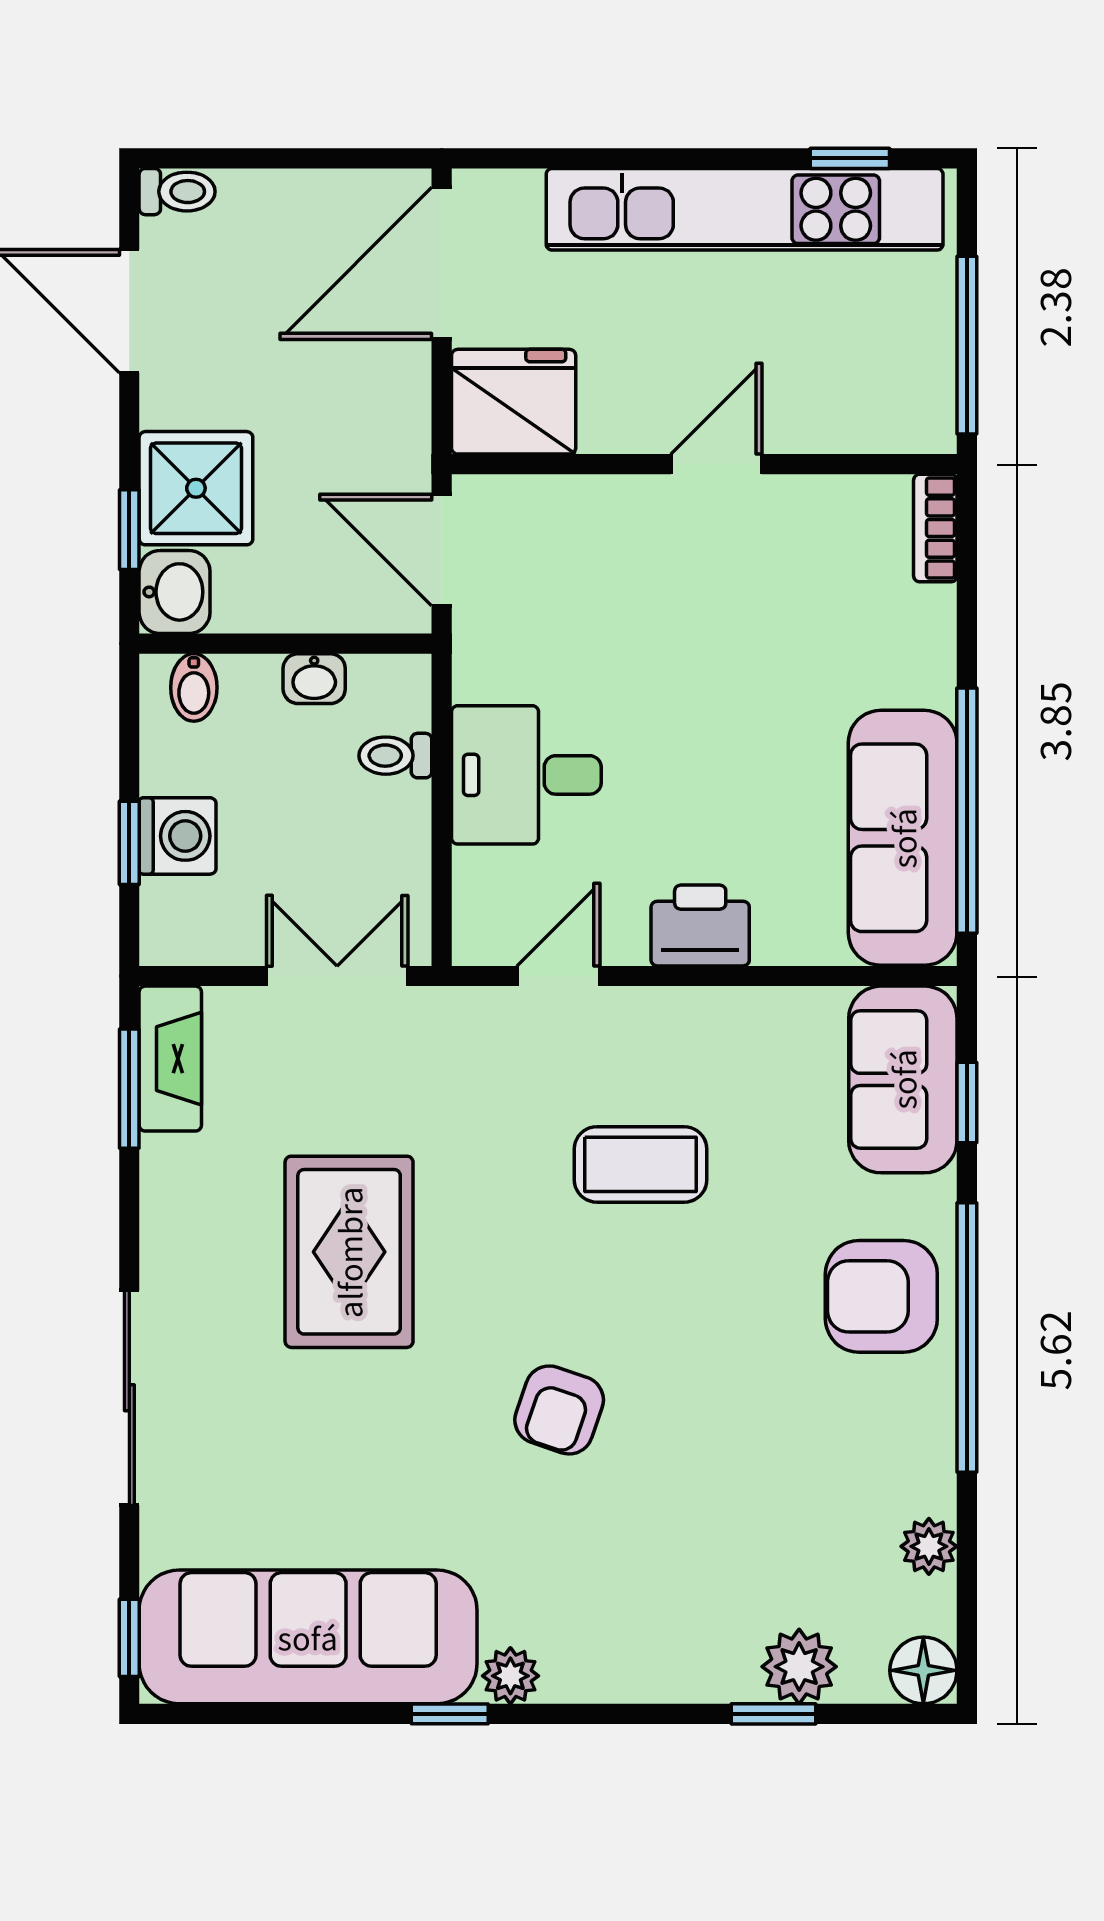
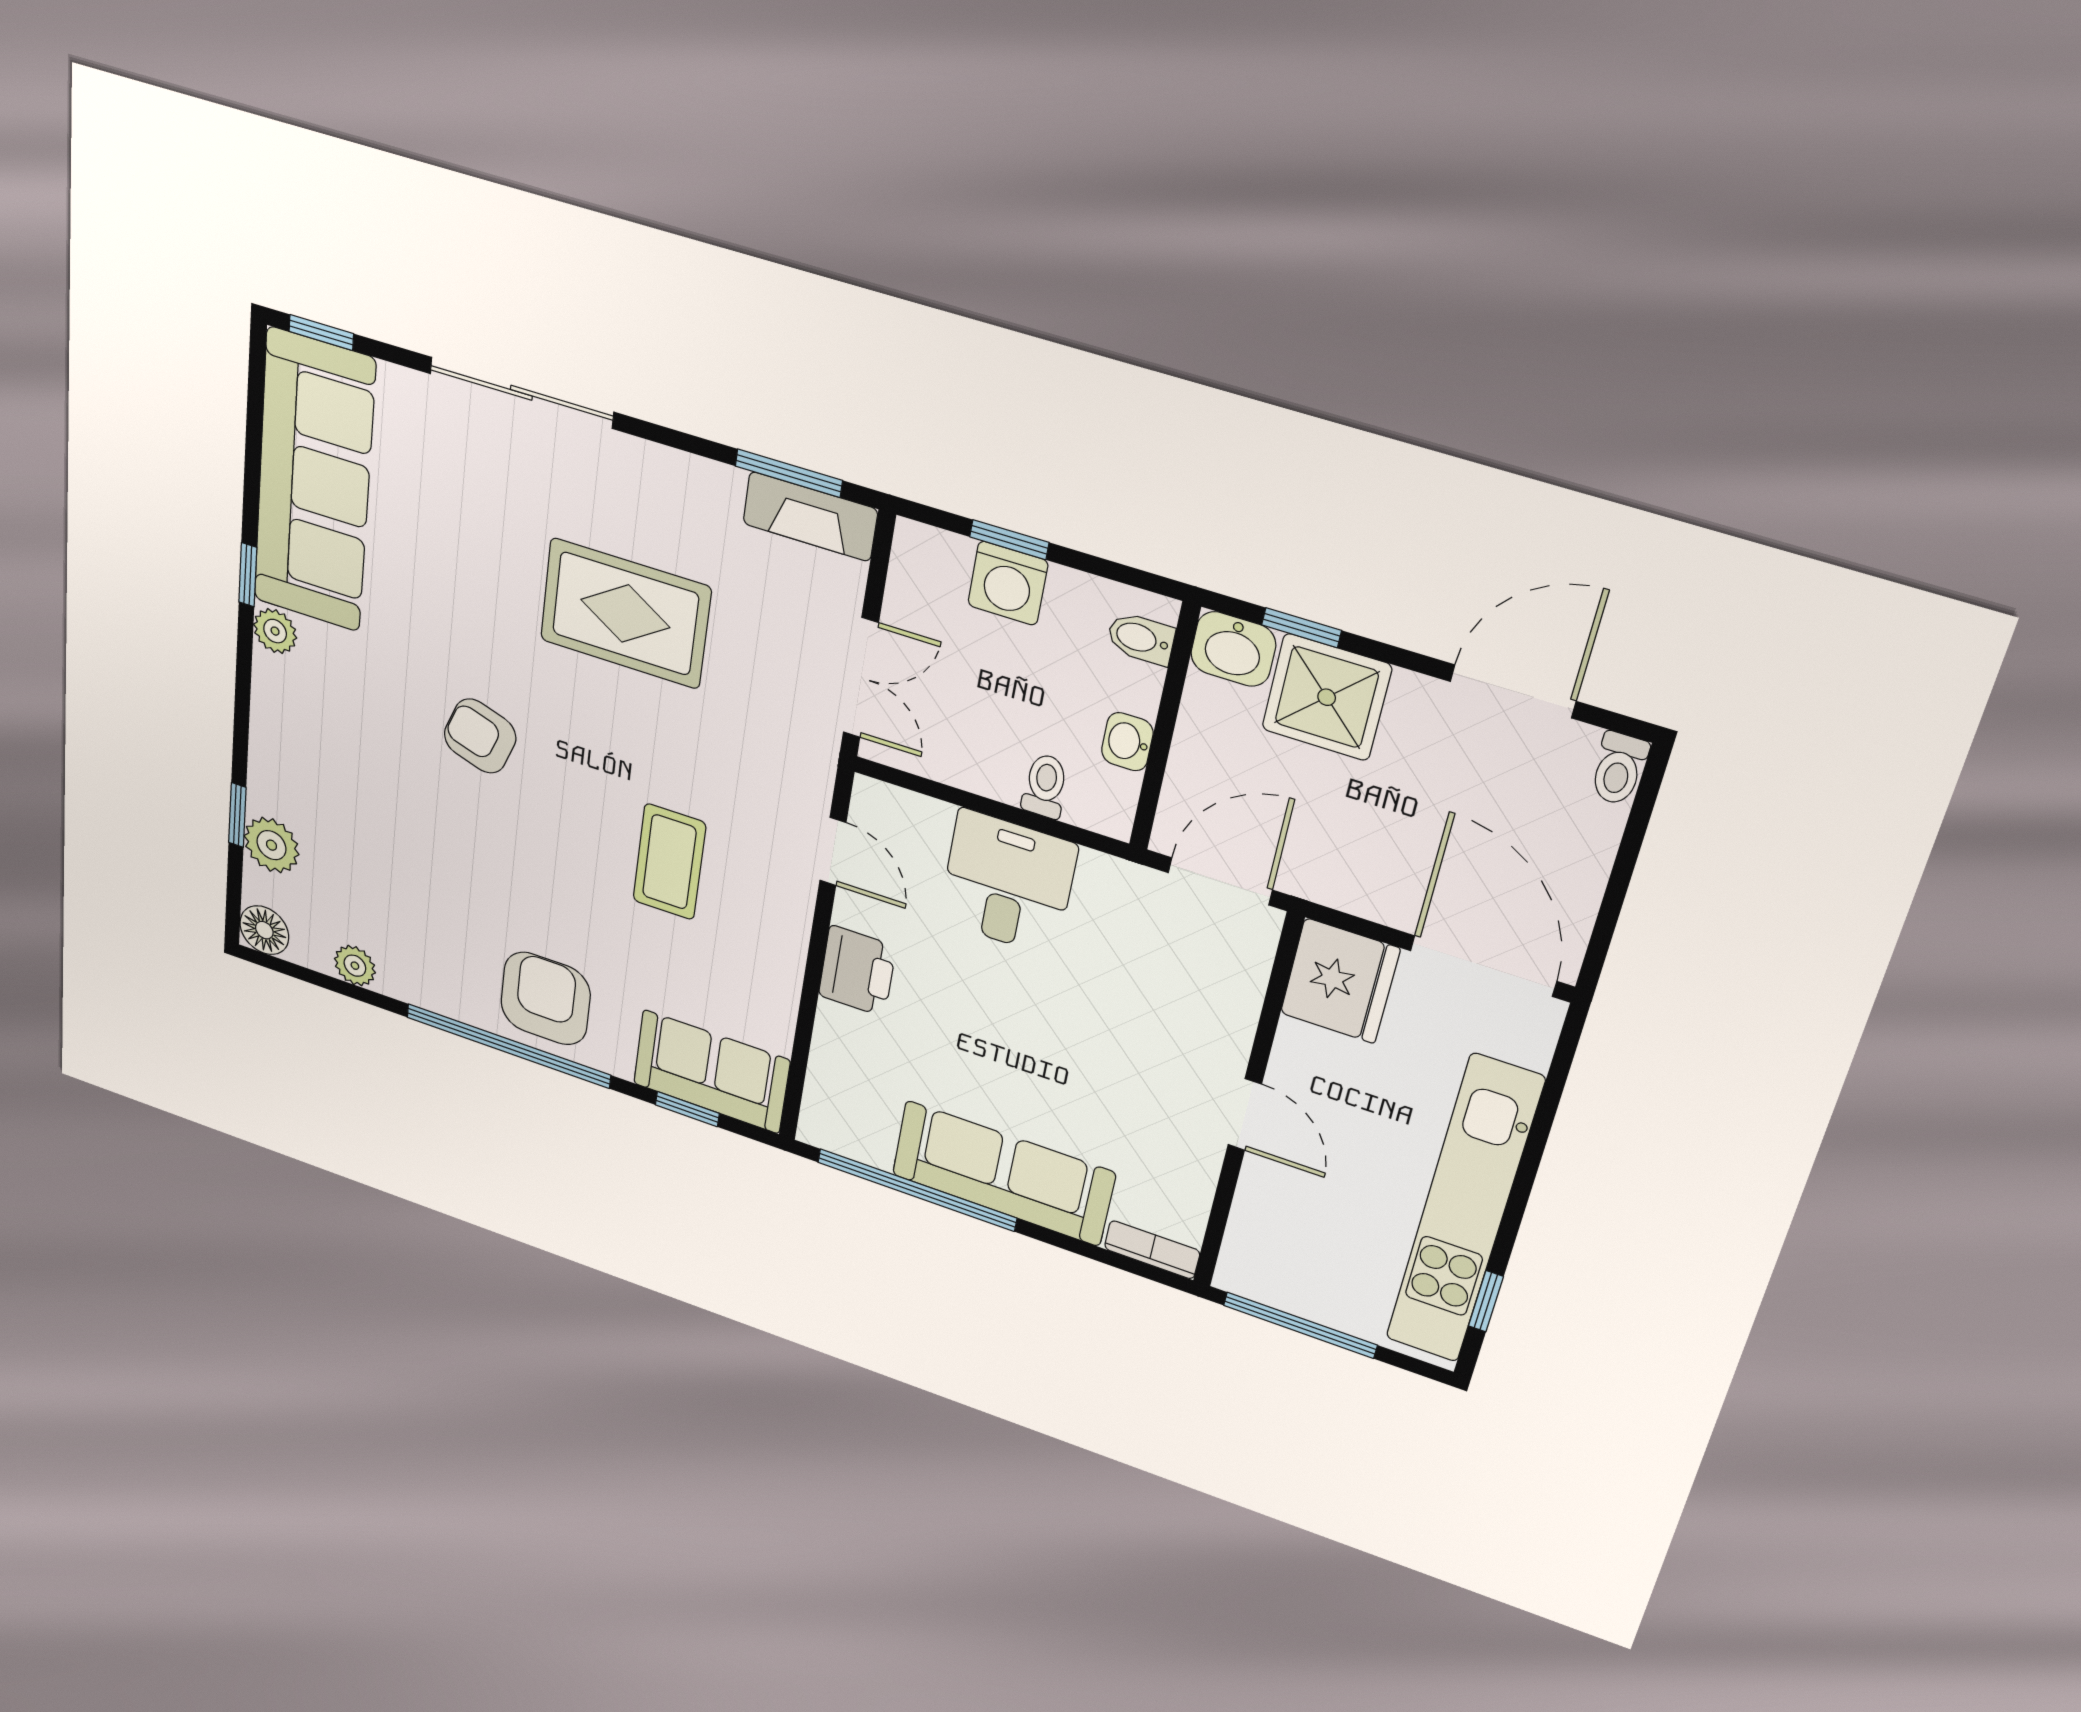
sofa: (903, 838) -> (1003, 1173), moved

